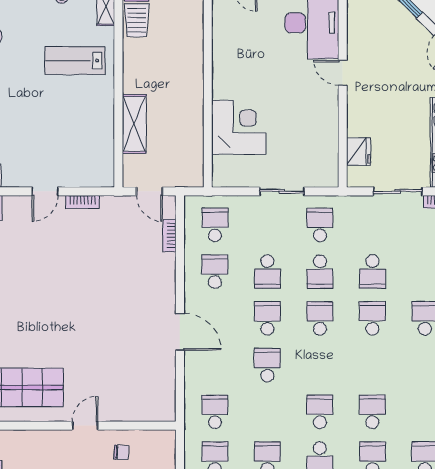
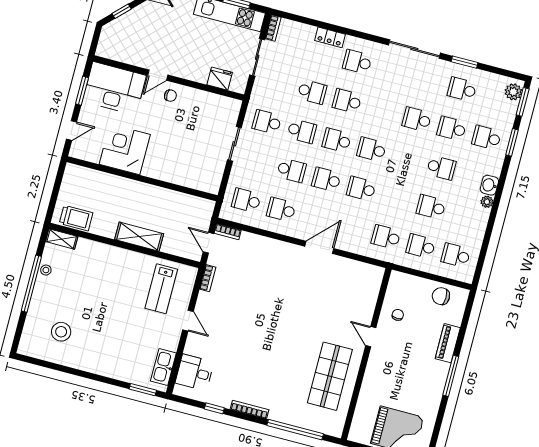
lab bench: (75, 61) -> (161, 289), moved
chair: (321, 95) -> (170, 96), added
shelving: (134, 124) -> (139, 237), moved
corner desk: (239, 127) -> (125, 149), moved
door: (149, 191) -> (208, 243), swing flipped
bookcase: (83, 202) -> (208, 278), moved
bookcase: (169, 236) -> (228, 232), moved
school desk: (320, 412) -> (372, 149), moved

